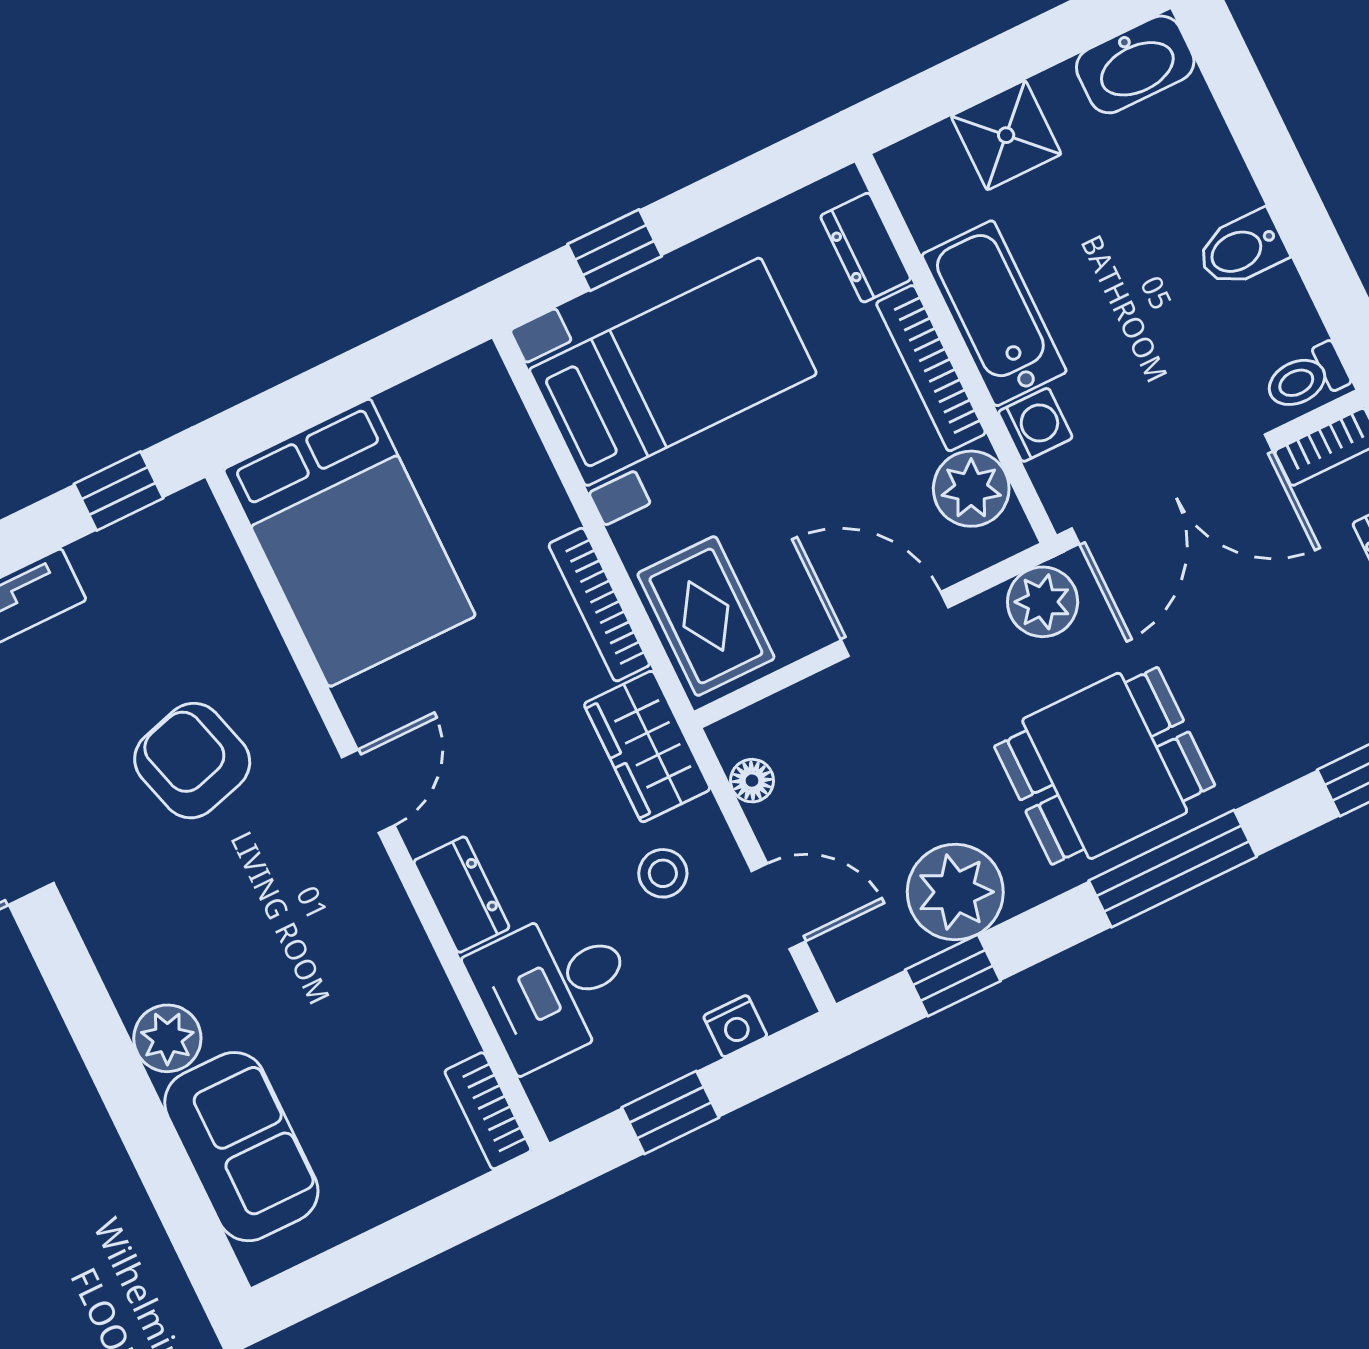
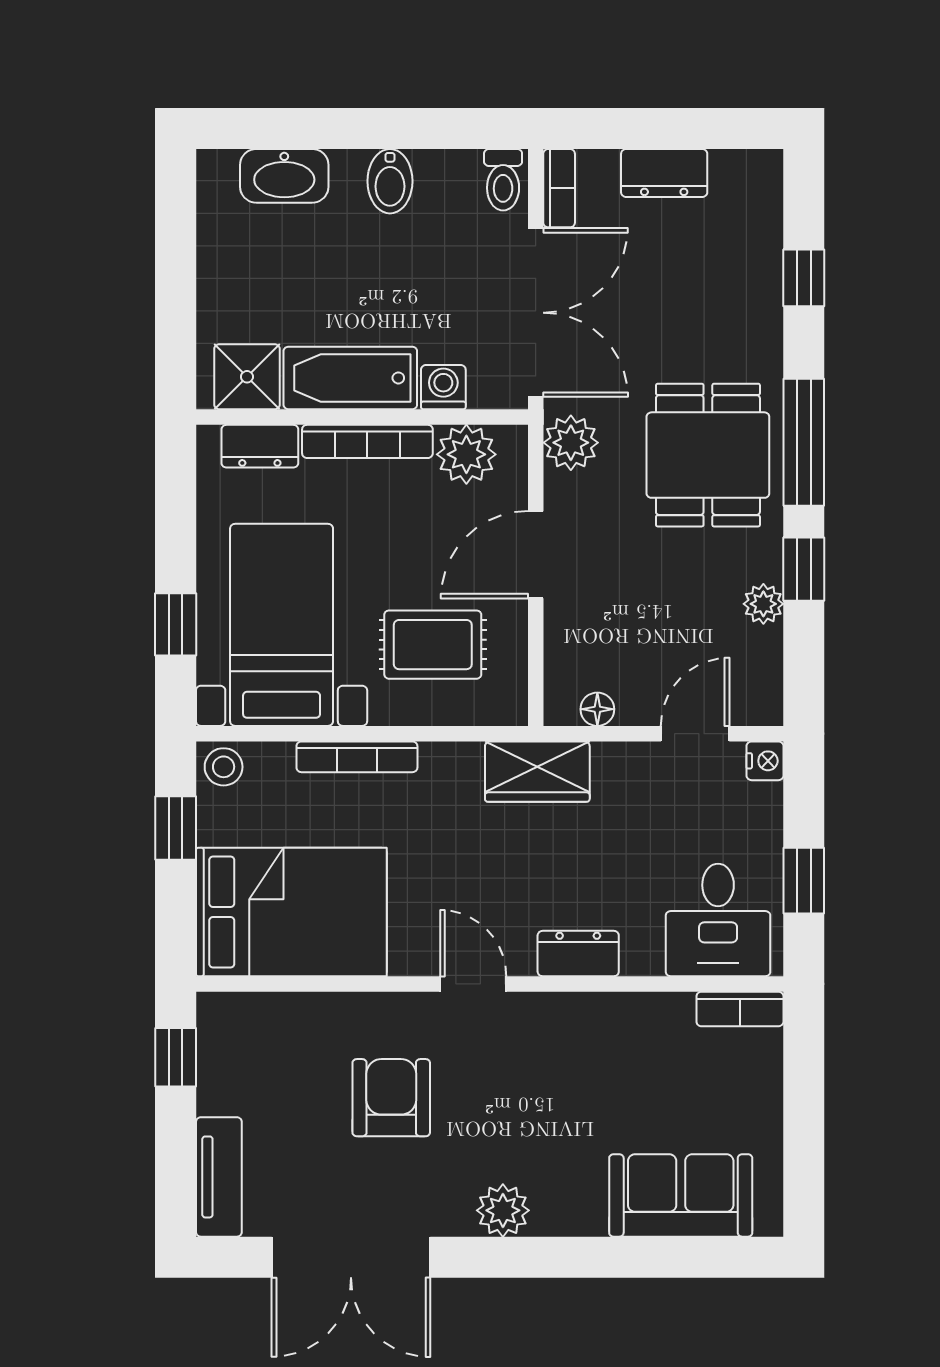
washbasin: (1135, 64) -> (284, 176), moved, turned 90
shower: (1006, 135) -> (247, 377), moved
window: (381, 363) -> (176, 828), added
bookcase: (599, 605) -> (357, 757), moved
rug: (706, 616) -> (433, 645), moved
armchair: (192, 761) -> (391, 1098), turned 106
stool: (663, 873) -> (224, 767), moved
plant: (955, 892) -> (763, 604), width x0.53, depth x0.53
window: (953, 975) -> (804, 569), moved
desk: (554, 987) -> (718, 920), moved
nightstand: (735, 1026) -> (765, 761), moved
plant: (167, 1038) -> (503, 1210), moved

